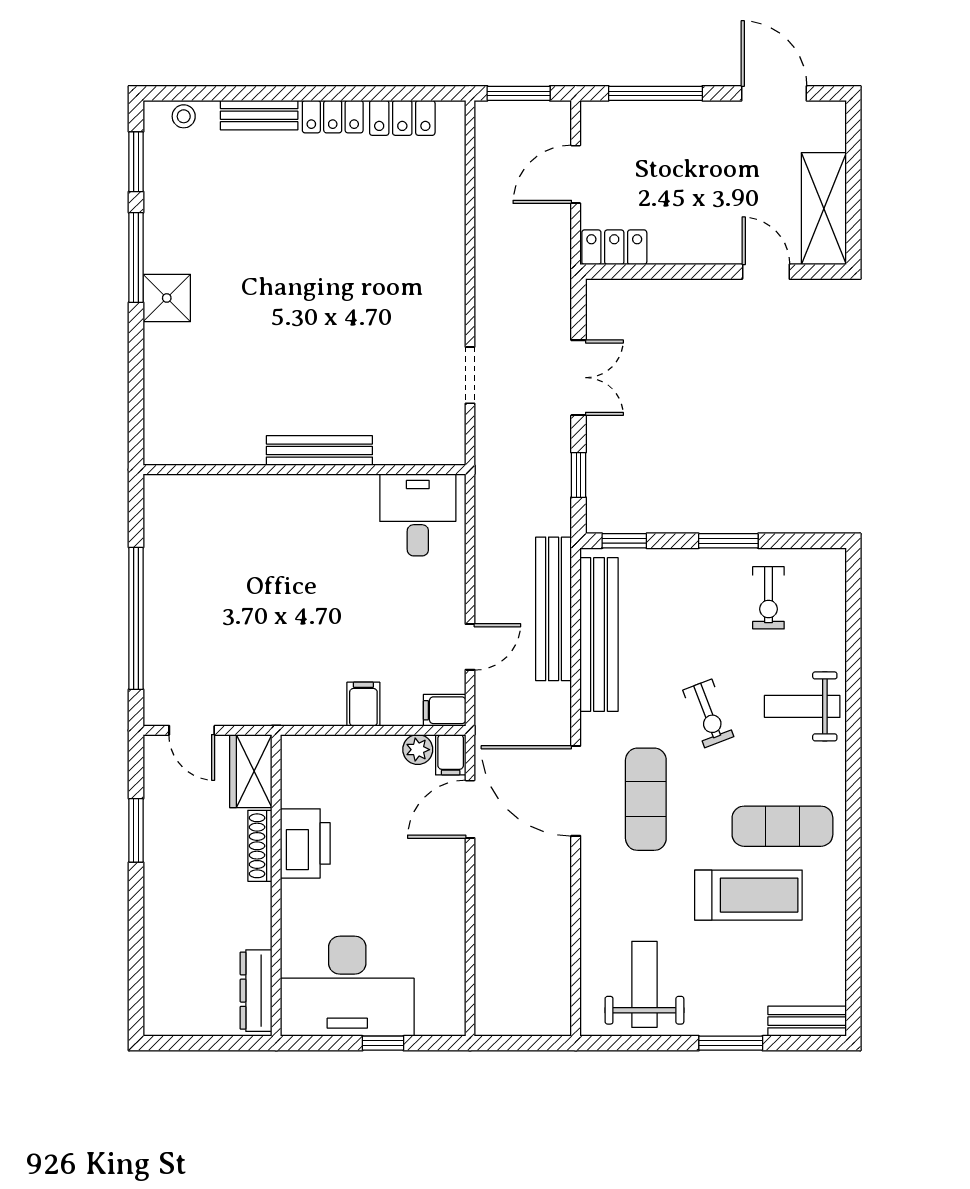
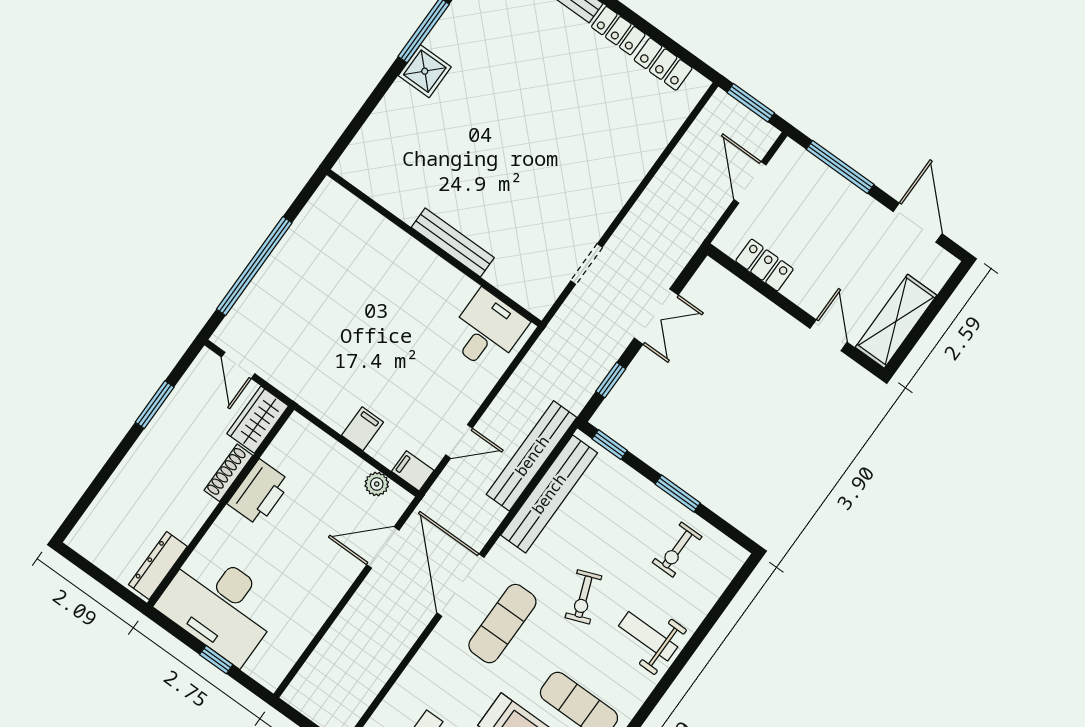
door: (576, 174) -> (750, 182), hinge flipped
locker: (614, 247) -> (764, 265), moved
filing cabinet: (451, 755) -> (396, 503), removed

